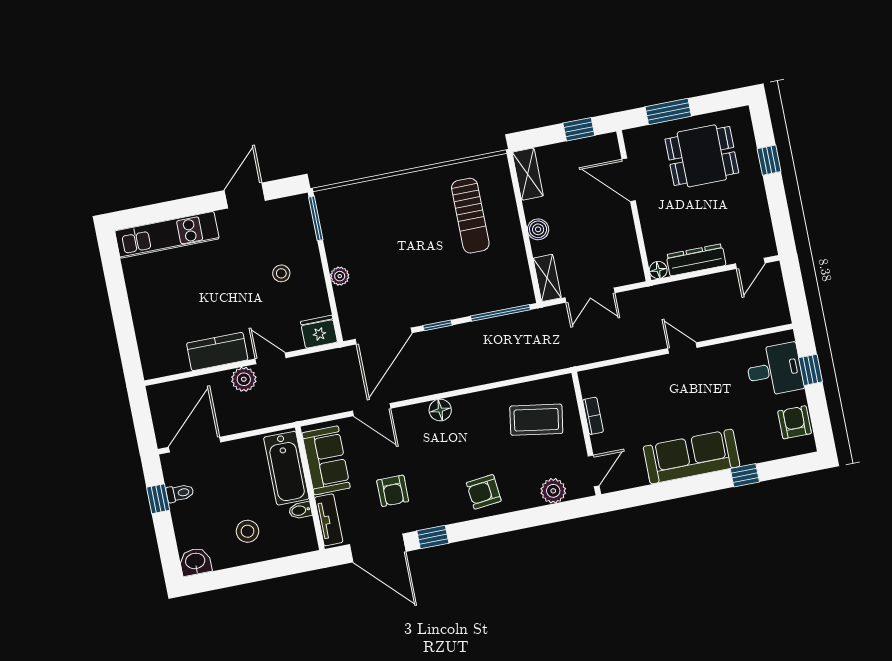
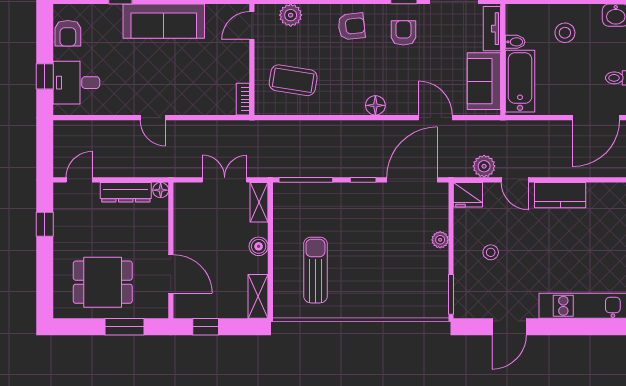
window: (769, 160) -> (45, 224), moved
plant: (244, 379) -> (484, 166), moved
bookcase: (593, 416) -> (243, 99), moved
armchair: (393, 491) -> (403, 33), moved

